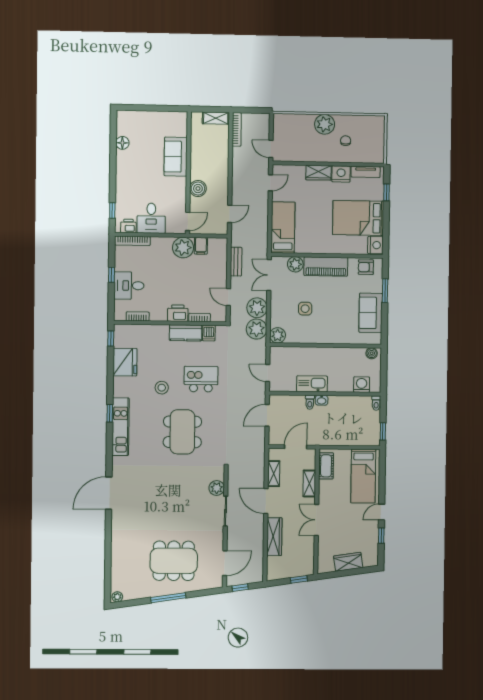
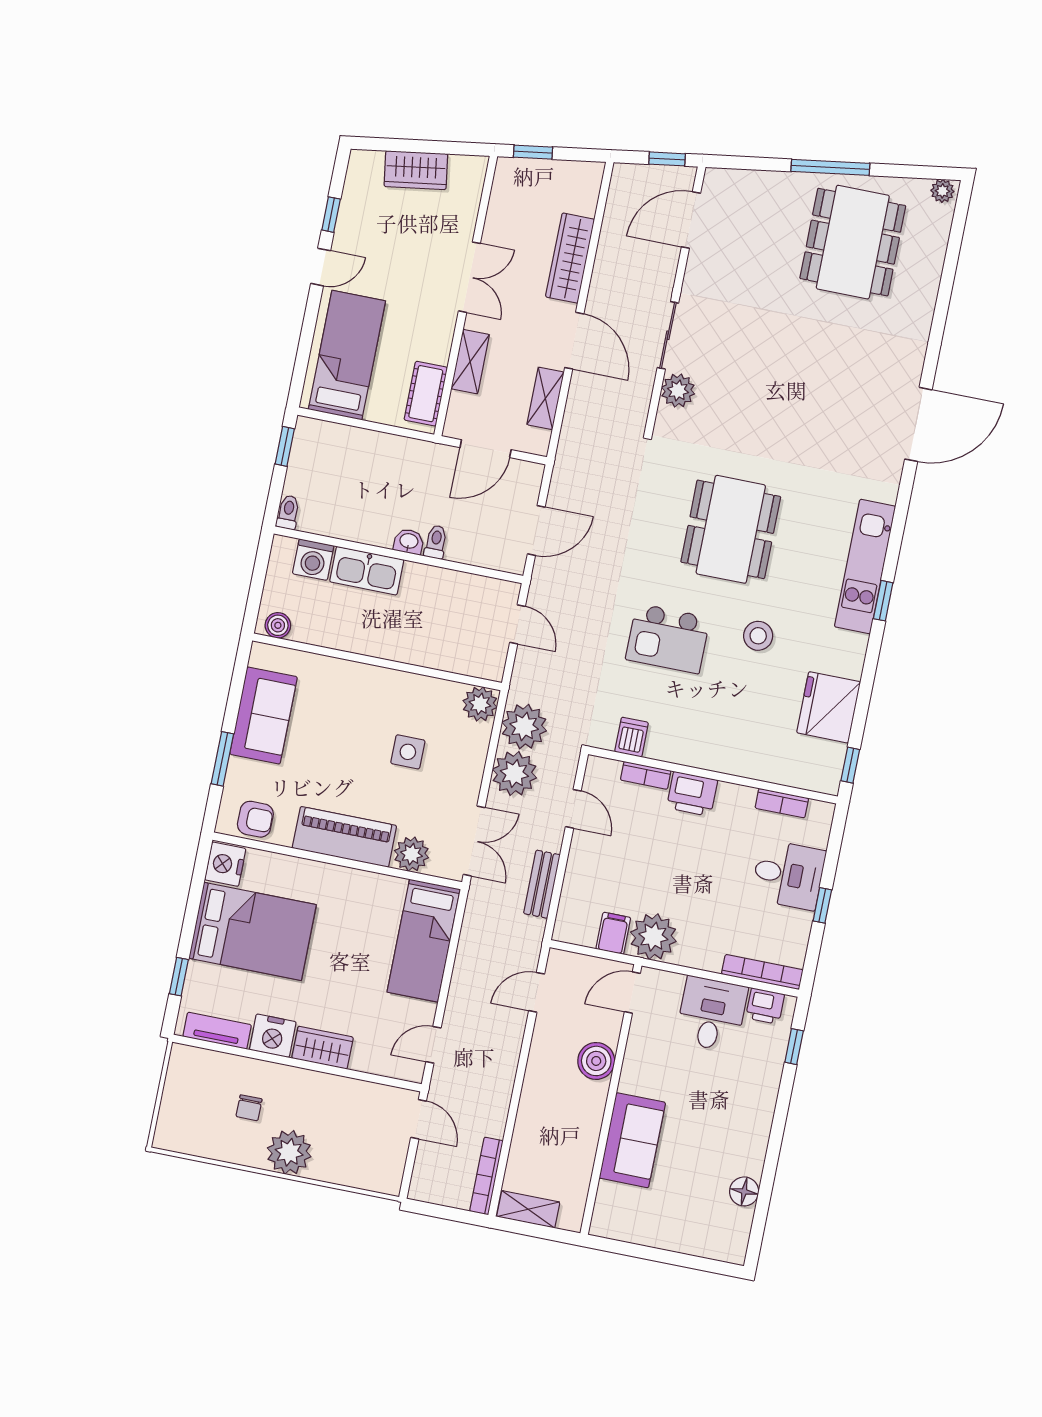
kitchen counter: (186, 333) -> (683, 747), removed
kitchen sink: (312, 384) -> (367, 571), moved
dining table: (174, 561) -> (853, 242), moved, turned 90

